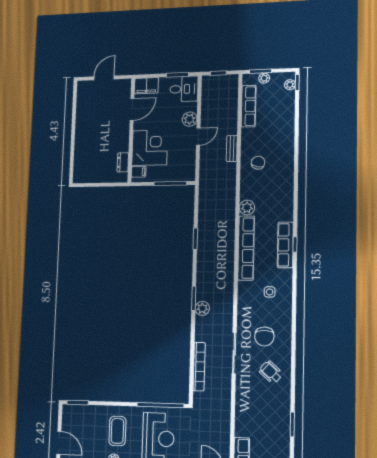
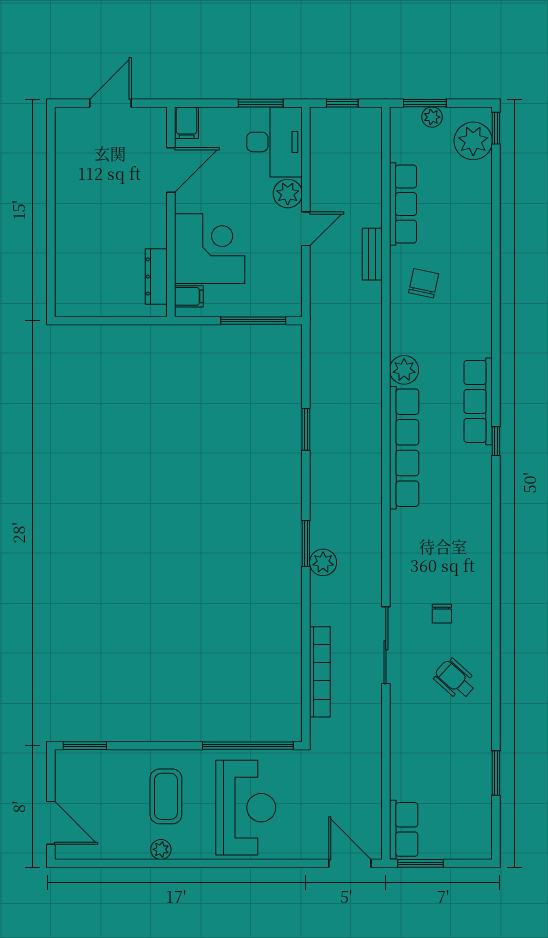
plant: (290, 85) -> (473, 141), width x1.88, depth x1.88
filing cabinet: (146, 86) -> (187, 123), width x0.50
desk: (184, 89) -> (274, 142), width x1.37
row of seats: (249, 106) -> (403, 204), moved
dresser: (123, 162) -> (156, 277), width x1.44
row of seats: (285, 245) -> (478, 401), moved
side table: (270, 292) -> (450, 531), removed
chair: (264, 336) -> (442, 614), width x0.54, depth x0.54

